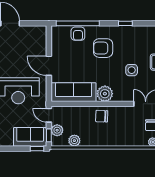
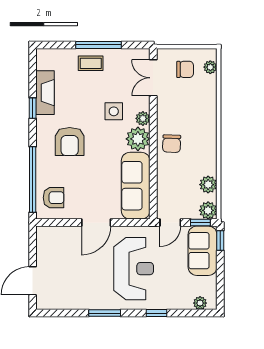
fireplace: (136, 32) -> (45, 93), added
armchair: (78, 34) -> (54, 198), moved
side table: (132, 70) -> (114, 111), moved
plant: (118, 97) -> (143, 118), added
plant: (57, 130) -> (208, 210), moved

